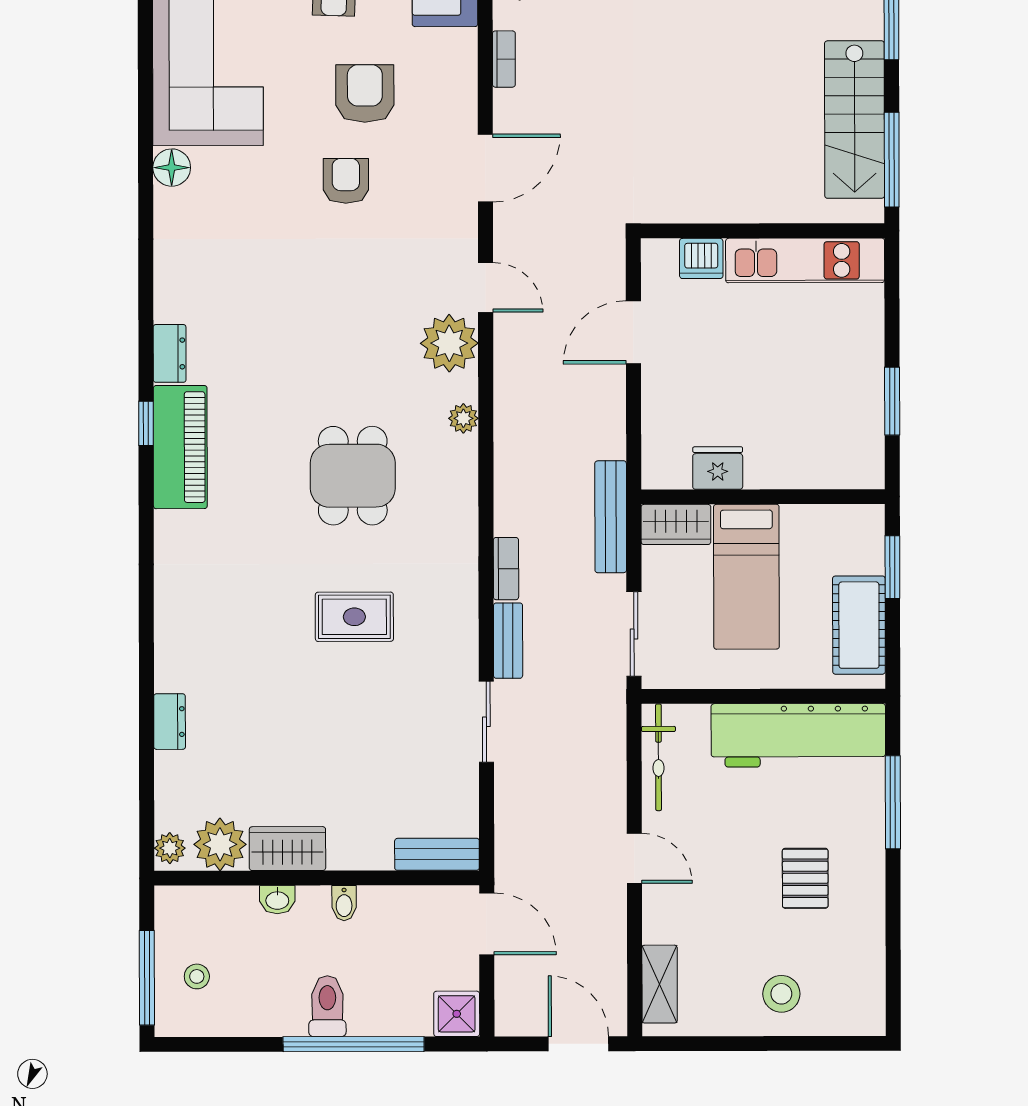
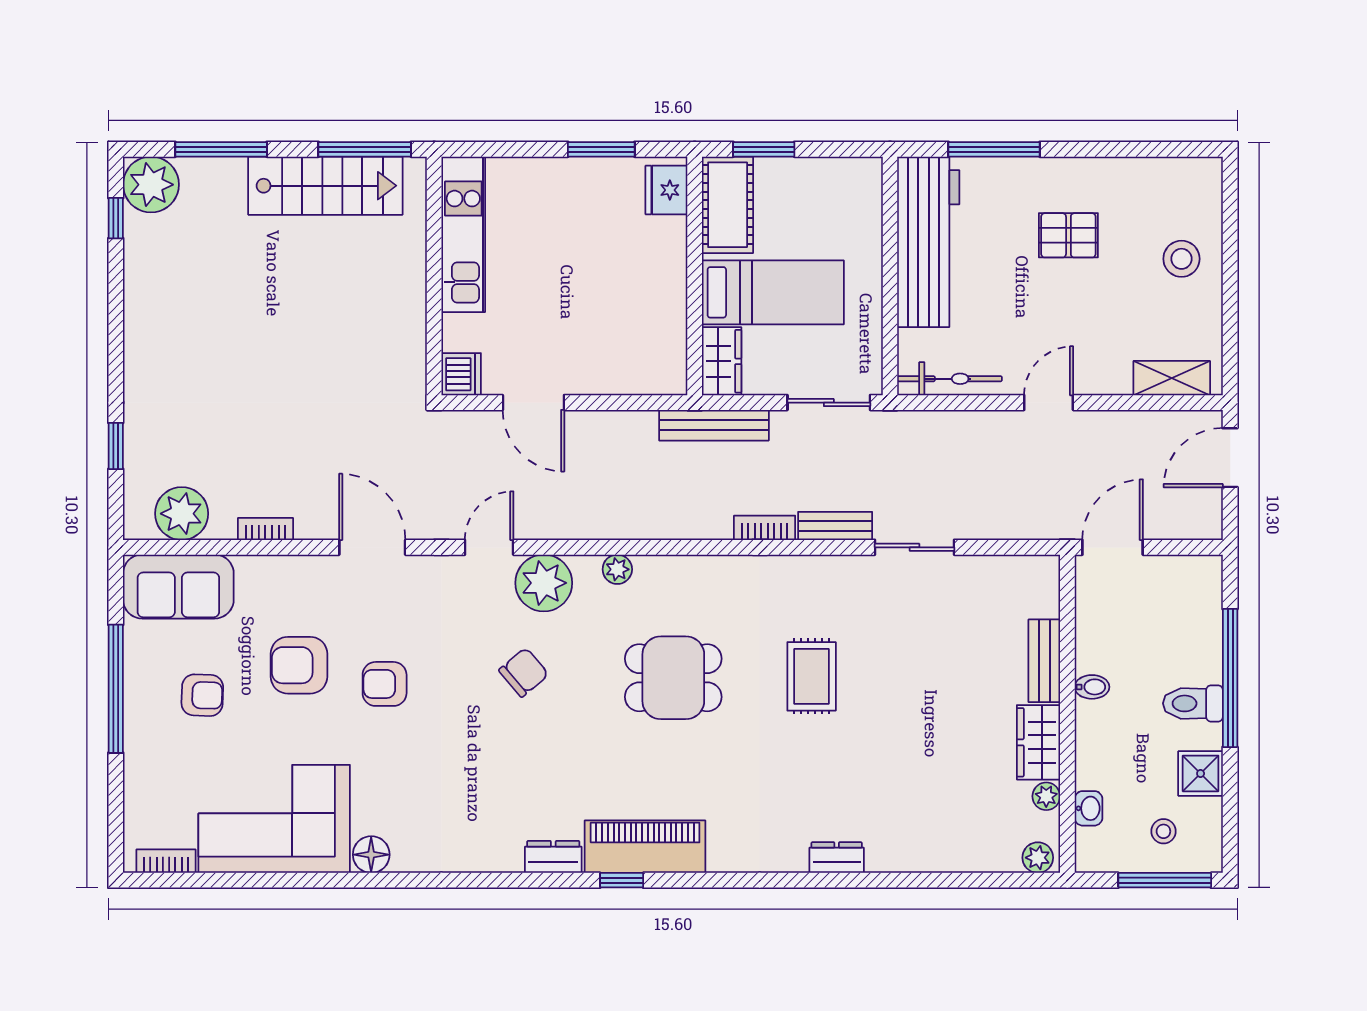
dishwasher: (701, 258) -> (461, 374), moved
chair: (358, 323) -> (524, 672), added
fridge: (718, 468) -> (666, 190), moved
cot: (859, 625) -> (728, 205), moved, turned 90
dresser: (170, 722) -> (837, 858), moved
plant: (220, 844) -> (1046, 796), width x0.53, depth x0.53
bench: (437, 854) -> (1044, 661), moved
washbasin: (277, 900) -> (1088, 808), moved
shower: (457, 1014) -> (1201, 773), moved

